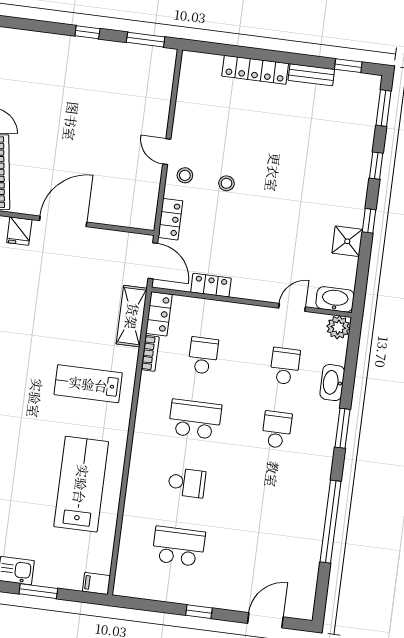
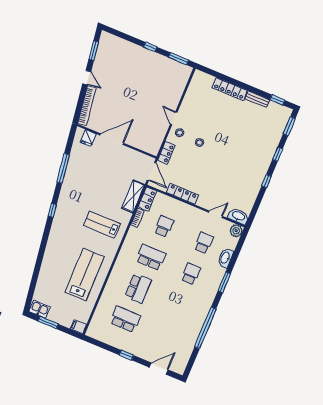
shower: (347, 241) -> (253, 188), removed
locker: (211, 285) -> (182, 194), width x1.53
school desk: (187, 483) -> (138, 288), width x1.85

